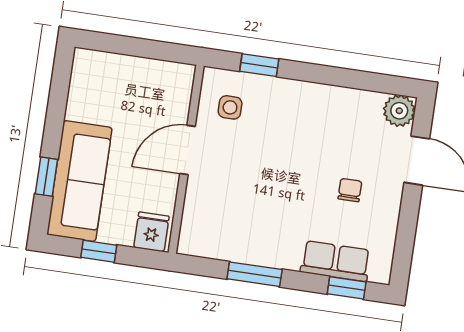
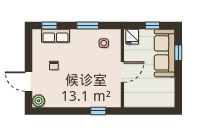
side table: (230, 107) -> (104, 43), moved

